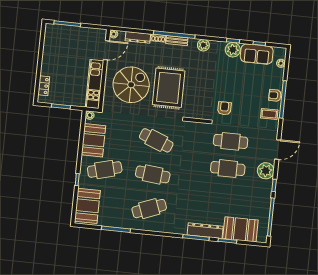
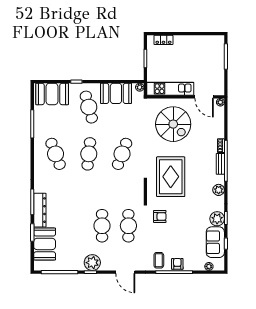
dresser: (138, 37) -> (220, 126), removed
rug: (169, 88) -> (171, 177), moved, turned 90
plant: (266, 171) -> (92, 263), moved

